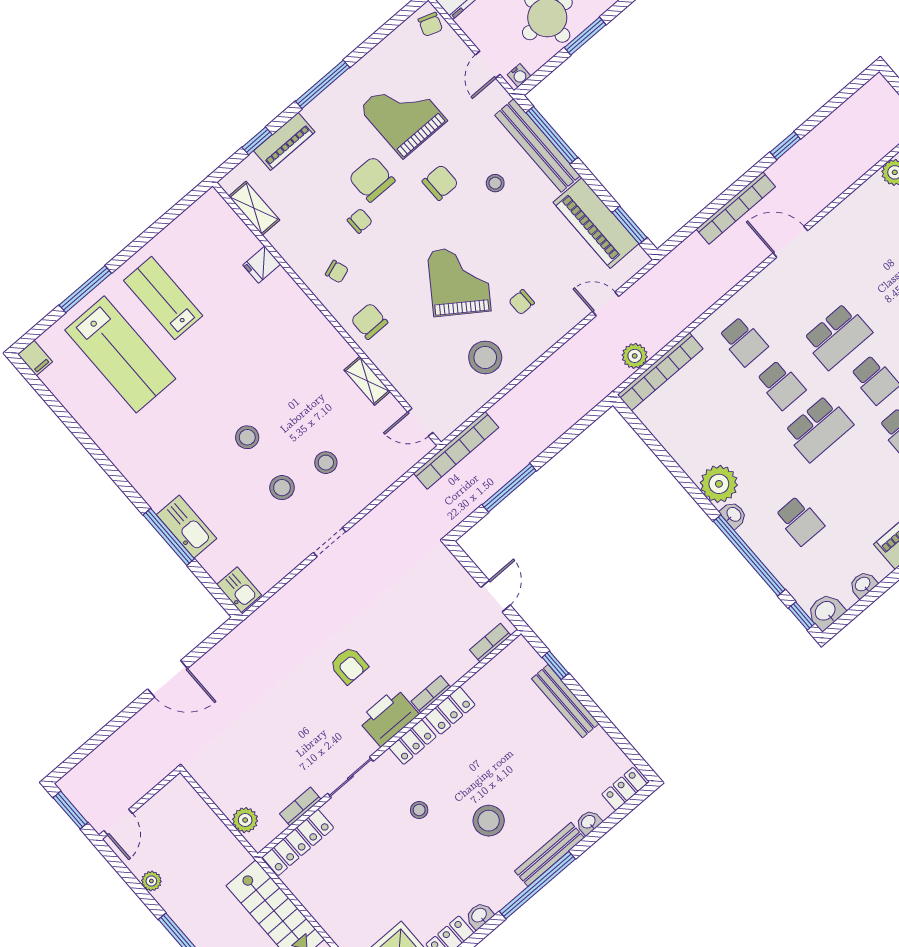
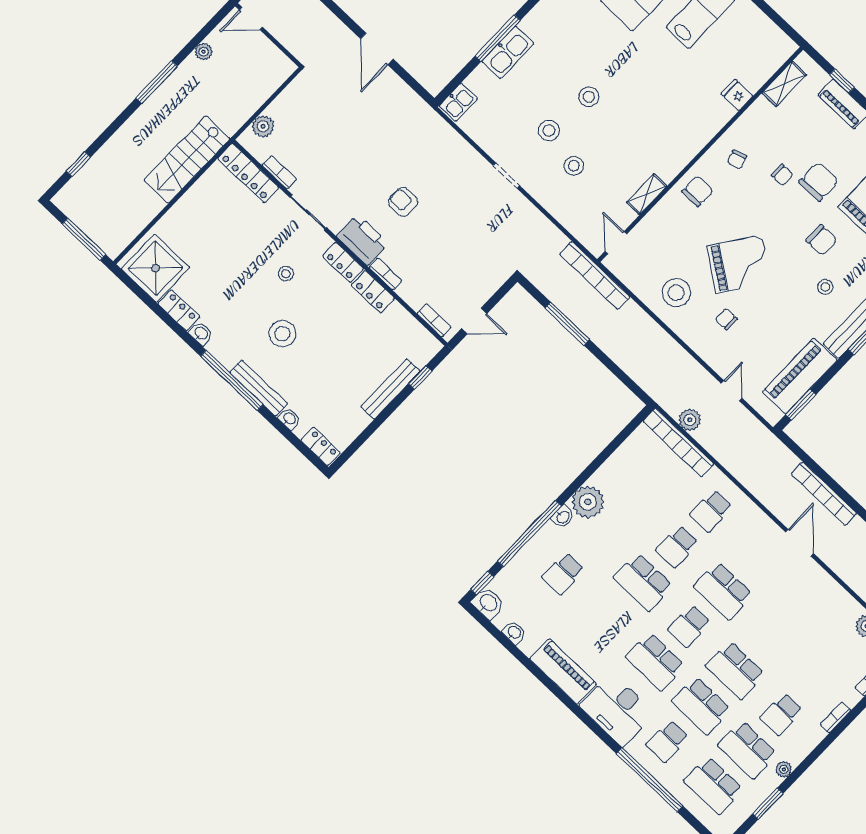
armchair: (349, 665) -> (403, 202), turned 90

